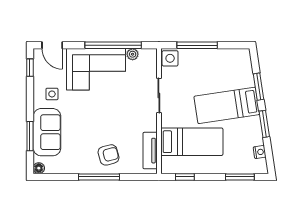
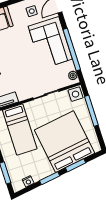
plant: (133, 54) -> (73, 75), moved
side table: (52, 94) -> (32, 11), moved
bed: (227, 105) -> (64, 142), width x2.04

